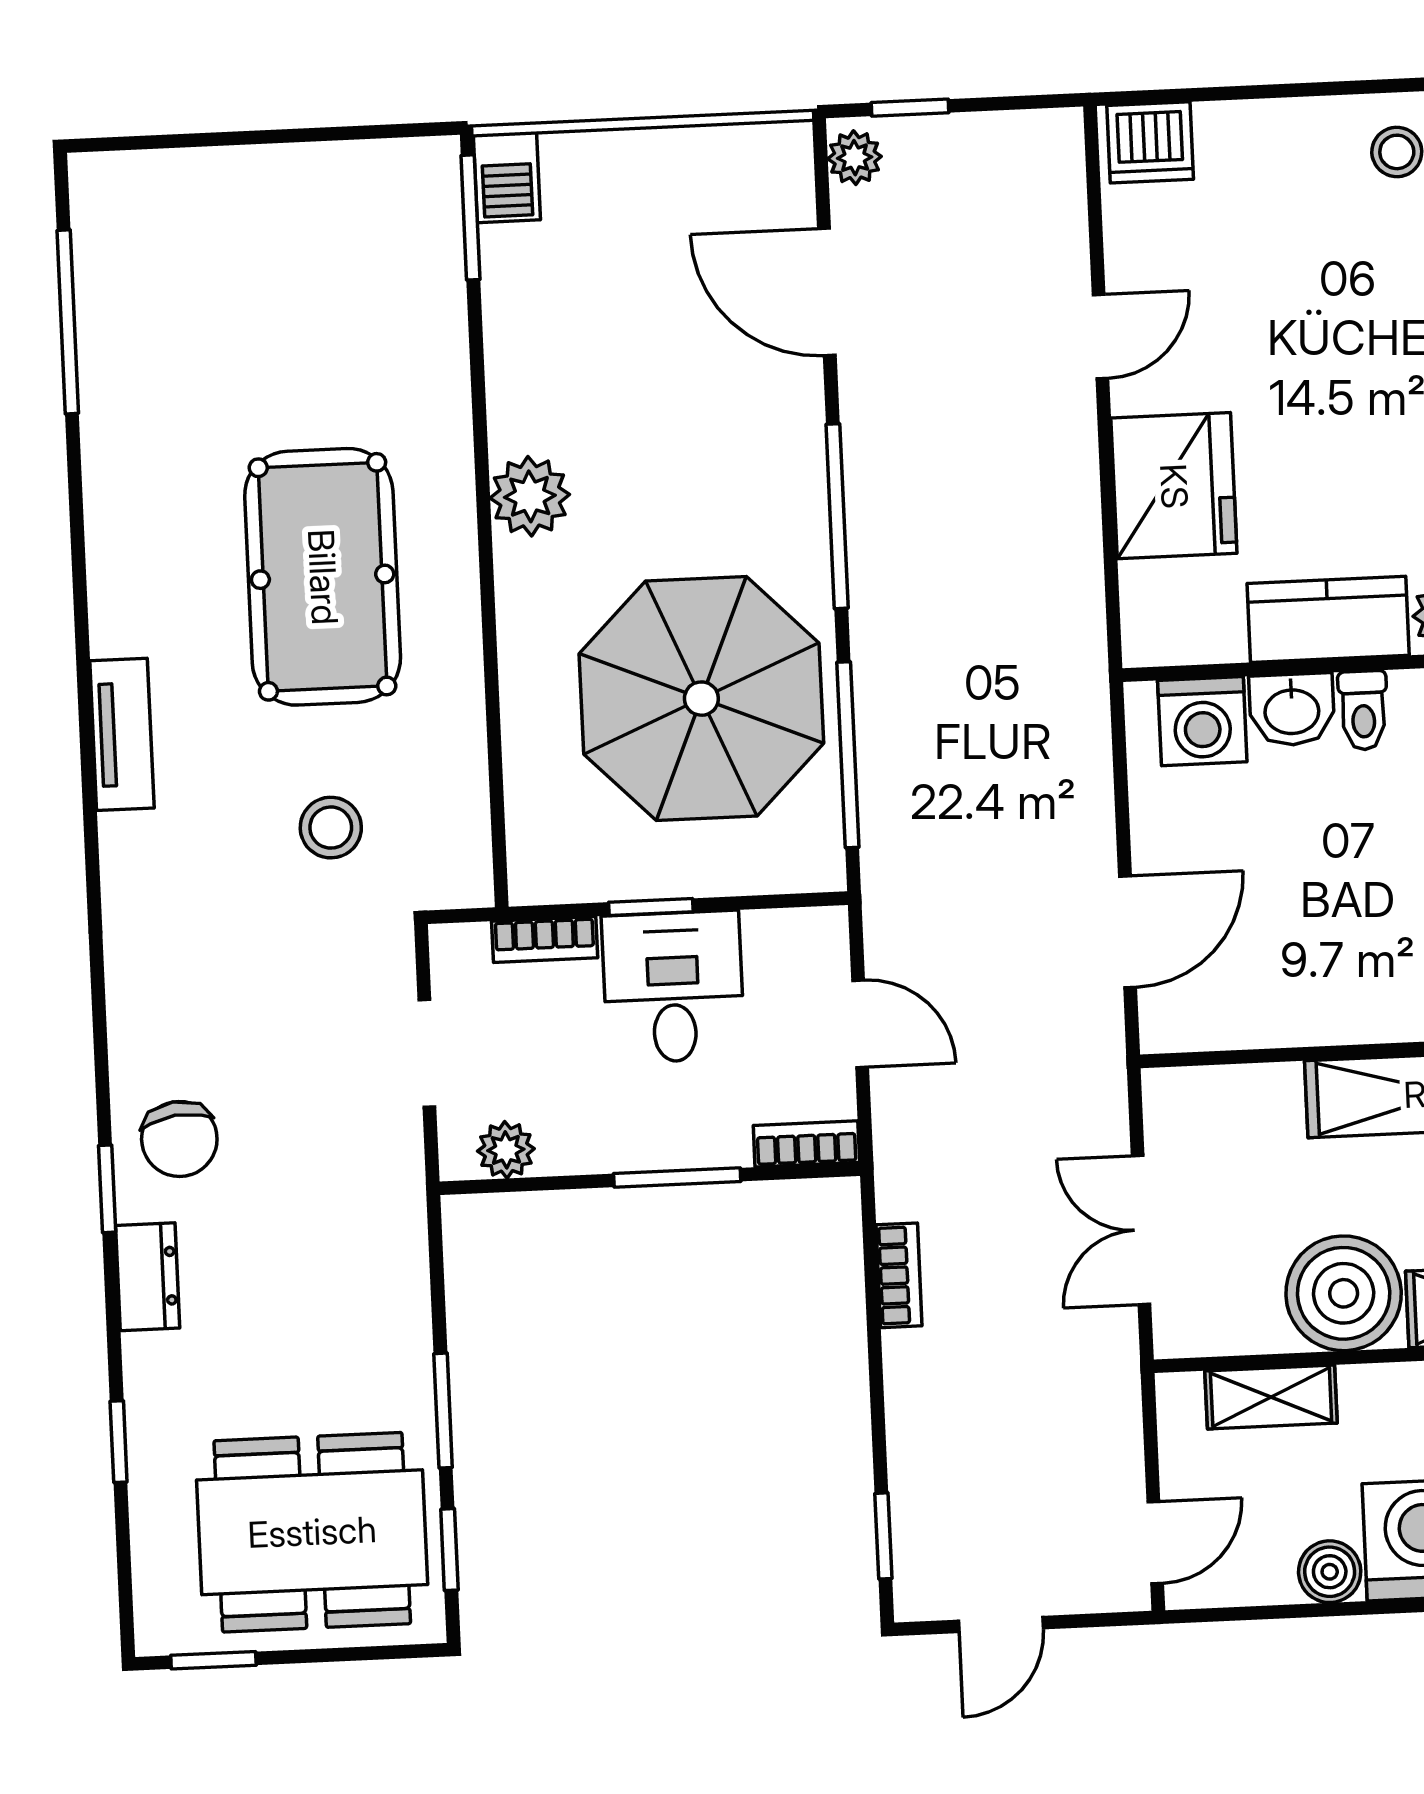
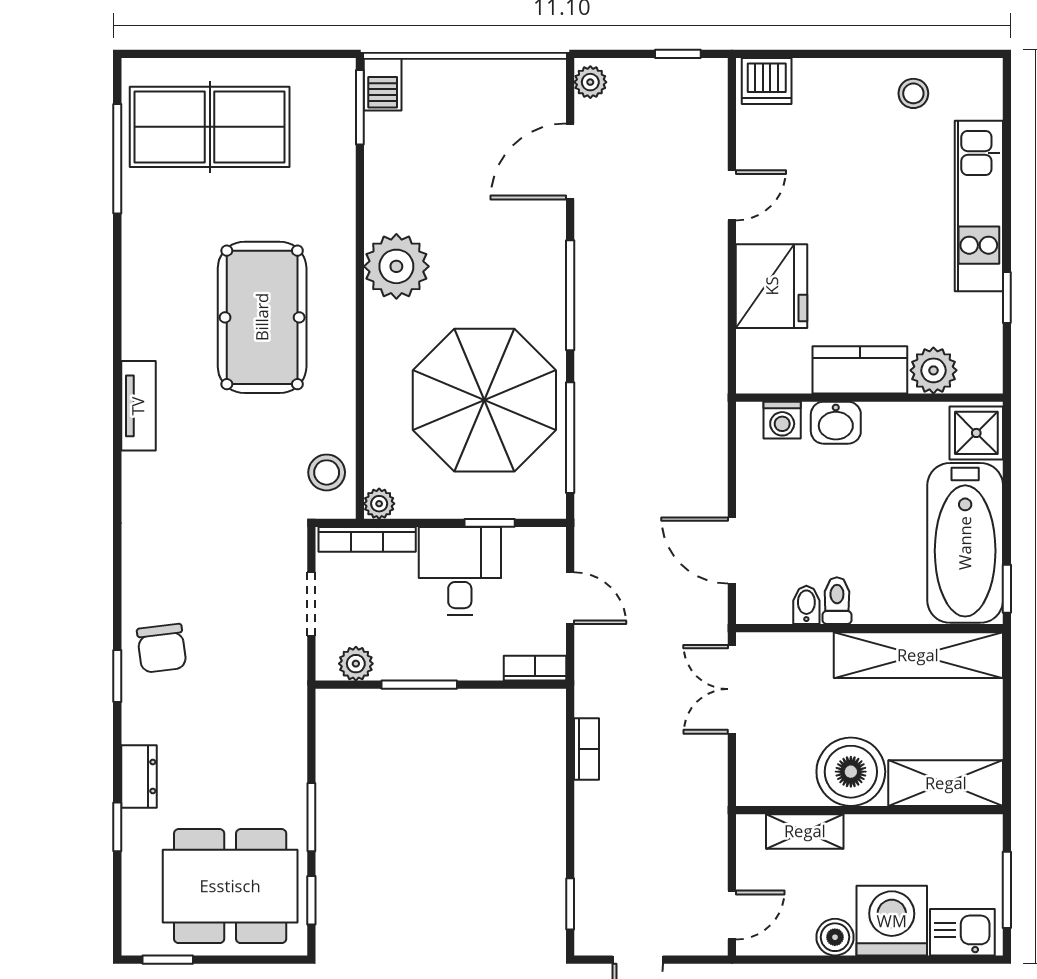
window: (910, 108) -> (678, 54), moved
table tennis table: (220, 262) -> (210, 127), added
door: (827, 292) -> (570, 161), hinge flipped
plant: (530, 496) -> (396, 266), width x1.36, depth x1.36
toilet: (1363, 710) -> (837, 601), moved, turned 180
washing machine: (1202, 721) -> (782, 420), width x0.73, depth x0.73
stool: (331, 828) -> (327, 472), moved
plant: (533, 880) -> (379, 504), added
window: (651, 907) -> (490, 523), moved
door: (1128, 932) -> (732, 550), swing flipped
bookcase: (545, 940) -> (367, 539), width x1.56
bidet: (1256, 1017) -> (806, 605), added
window: (677, 1177) -> (419, 685), moved
double door: (1141, 1230) -> (732, 689), moved
dresser: (148, 1277) -> (139, 777), moved

